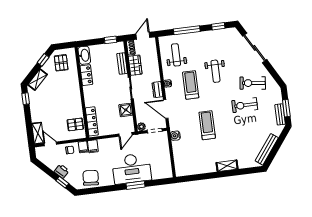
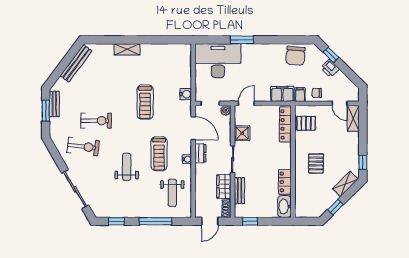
pallet: (61, 63) -> (316, 163), moved
filing cabinet: (93, 146) -> (282, 94), width x2.00
desk: (132, 169) -> (218, 61), moved

